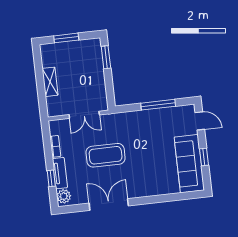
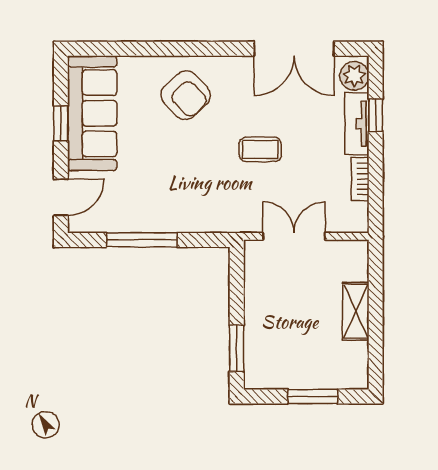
door: (200, 121) -> (61, 197), swing flipped
coffee table: (106, 155) -> (260, 149), width x0.54, depth x0.58
armchair: (145, 178) -> (186, 95), added
double door: (109, 205) -> (294, 49), moved

